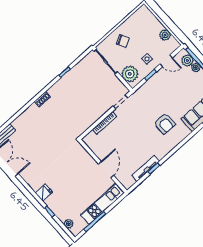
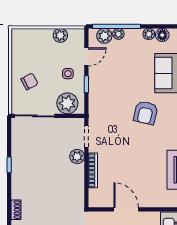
plant: (104, 107) -> (77, 157), added
armchair: (165, 124) -> (146, 113), turned 103
door: (106, 170) -> (126, 209), moved

